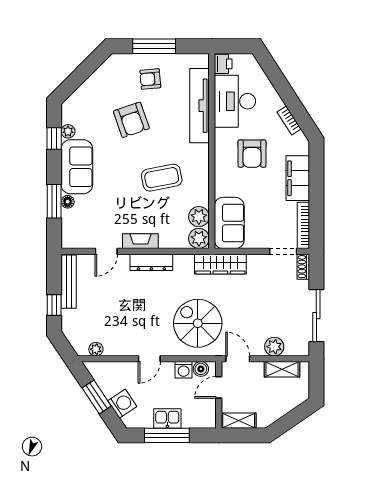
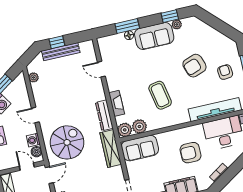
fireplace: (140, 241) -> (117, 103), moved
dresser: (151, 262) -> (104, 115), moved
bench: (69, 282) -> (61, 52), moved

